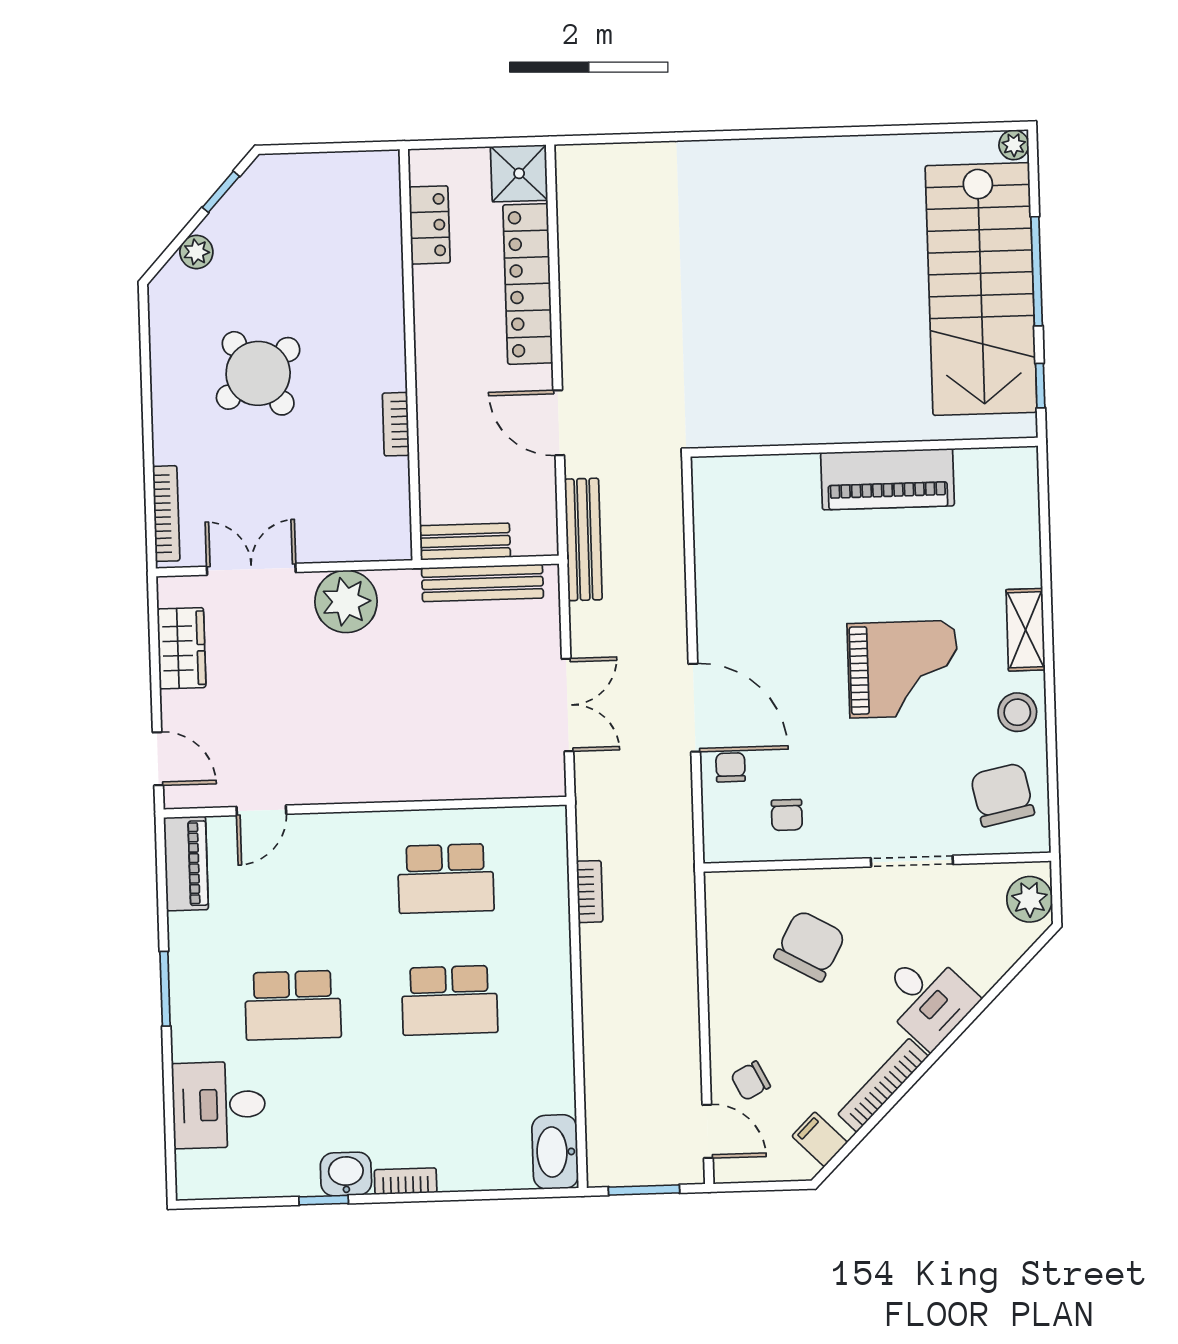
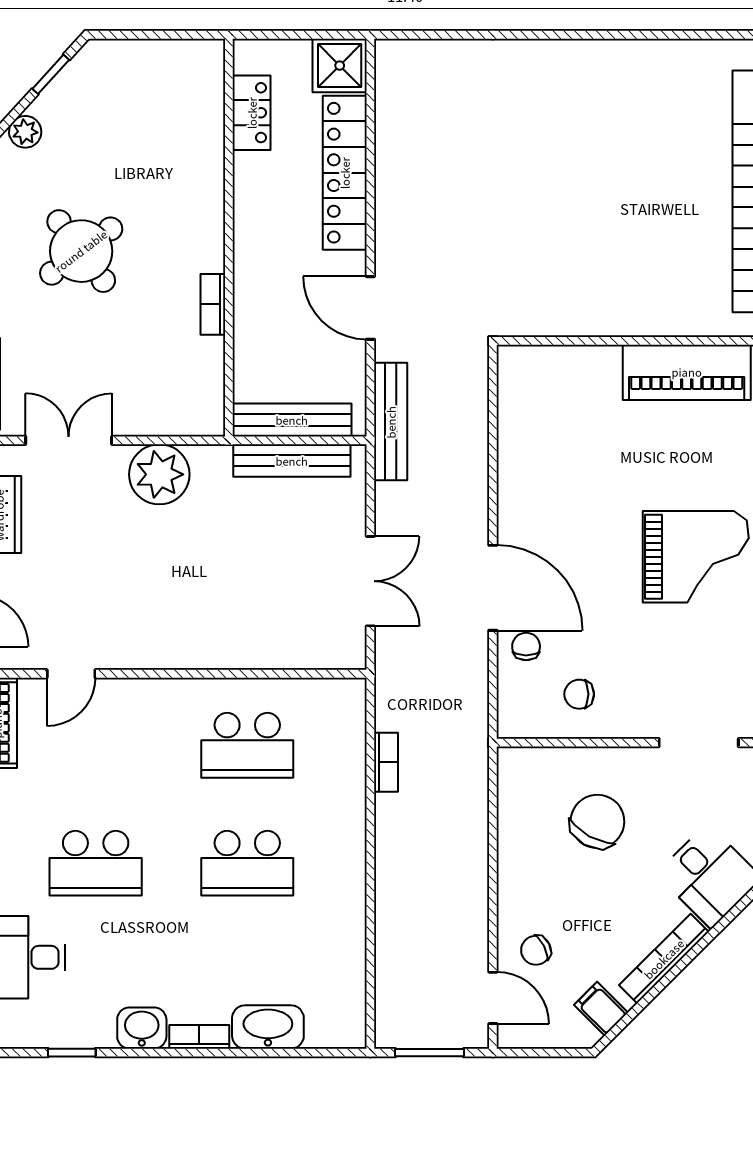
bench: (465, 542) -> (292, 420), width x1.36
chair: (787, 815) -> (579, 694), turned 90
washbasin: (555, 1152) -> (268, 1027), moved, turned 90
window: (324, 1200) -> (72, 1053), moved

